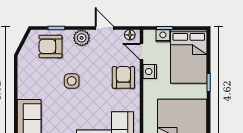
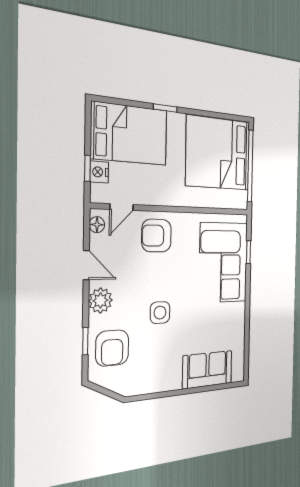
door: (104, 28) -> (86, 265), swing flipped
nightstand: (150, 72) -> (149, 196), removed

